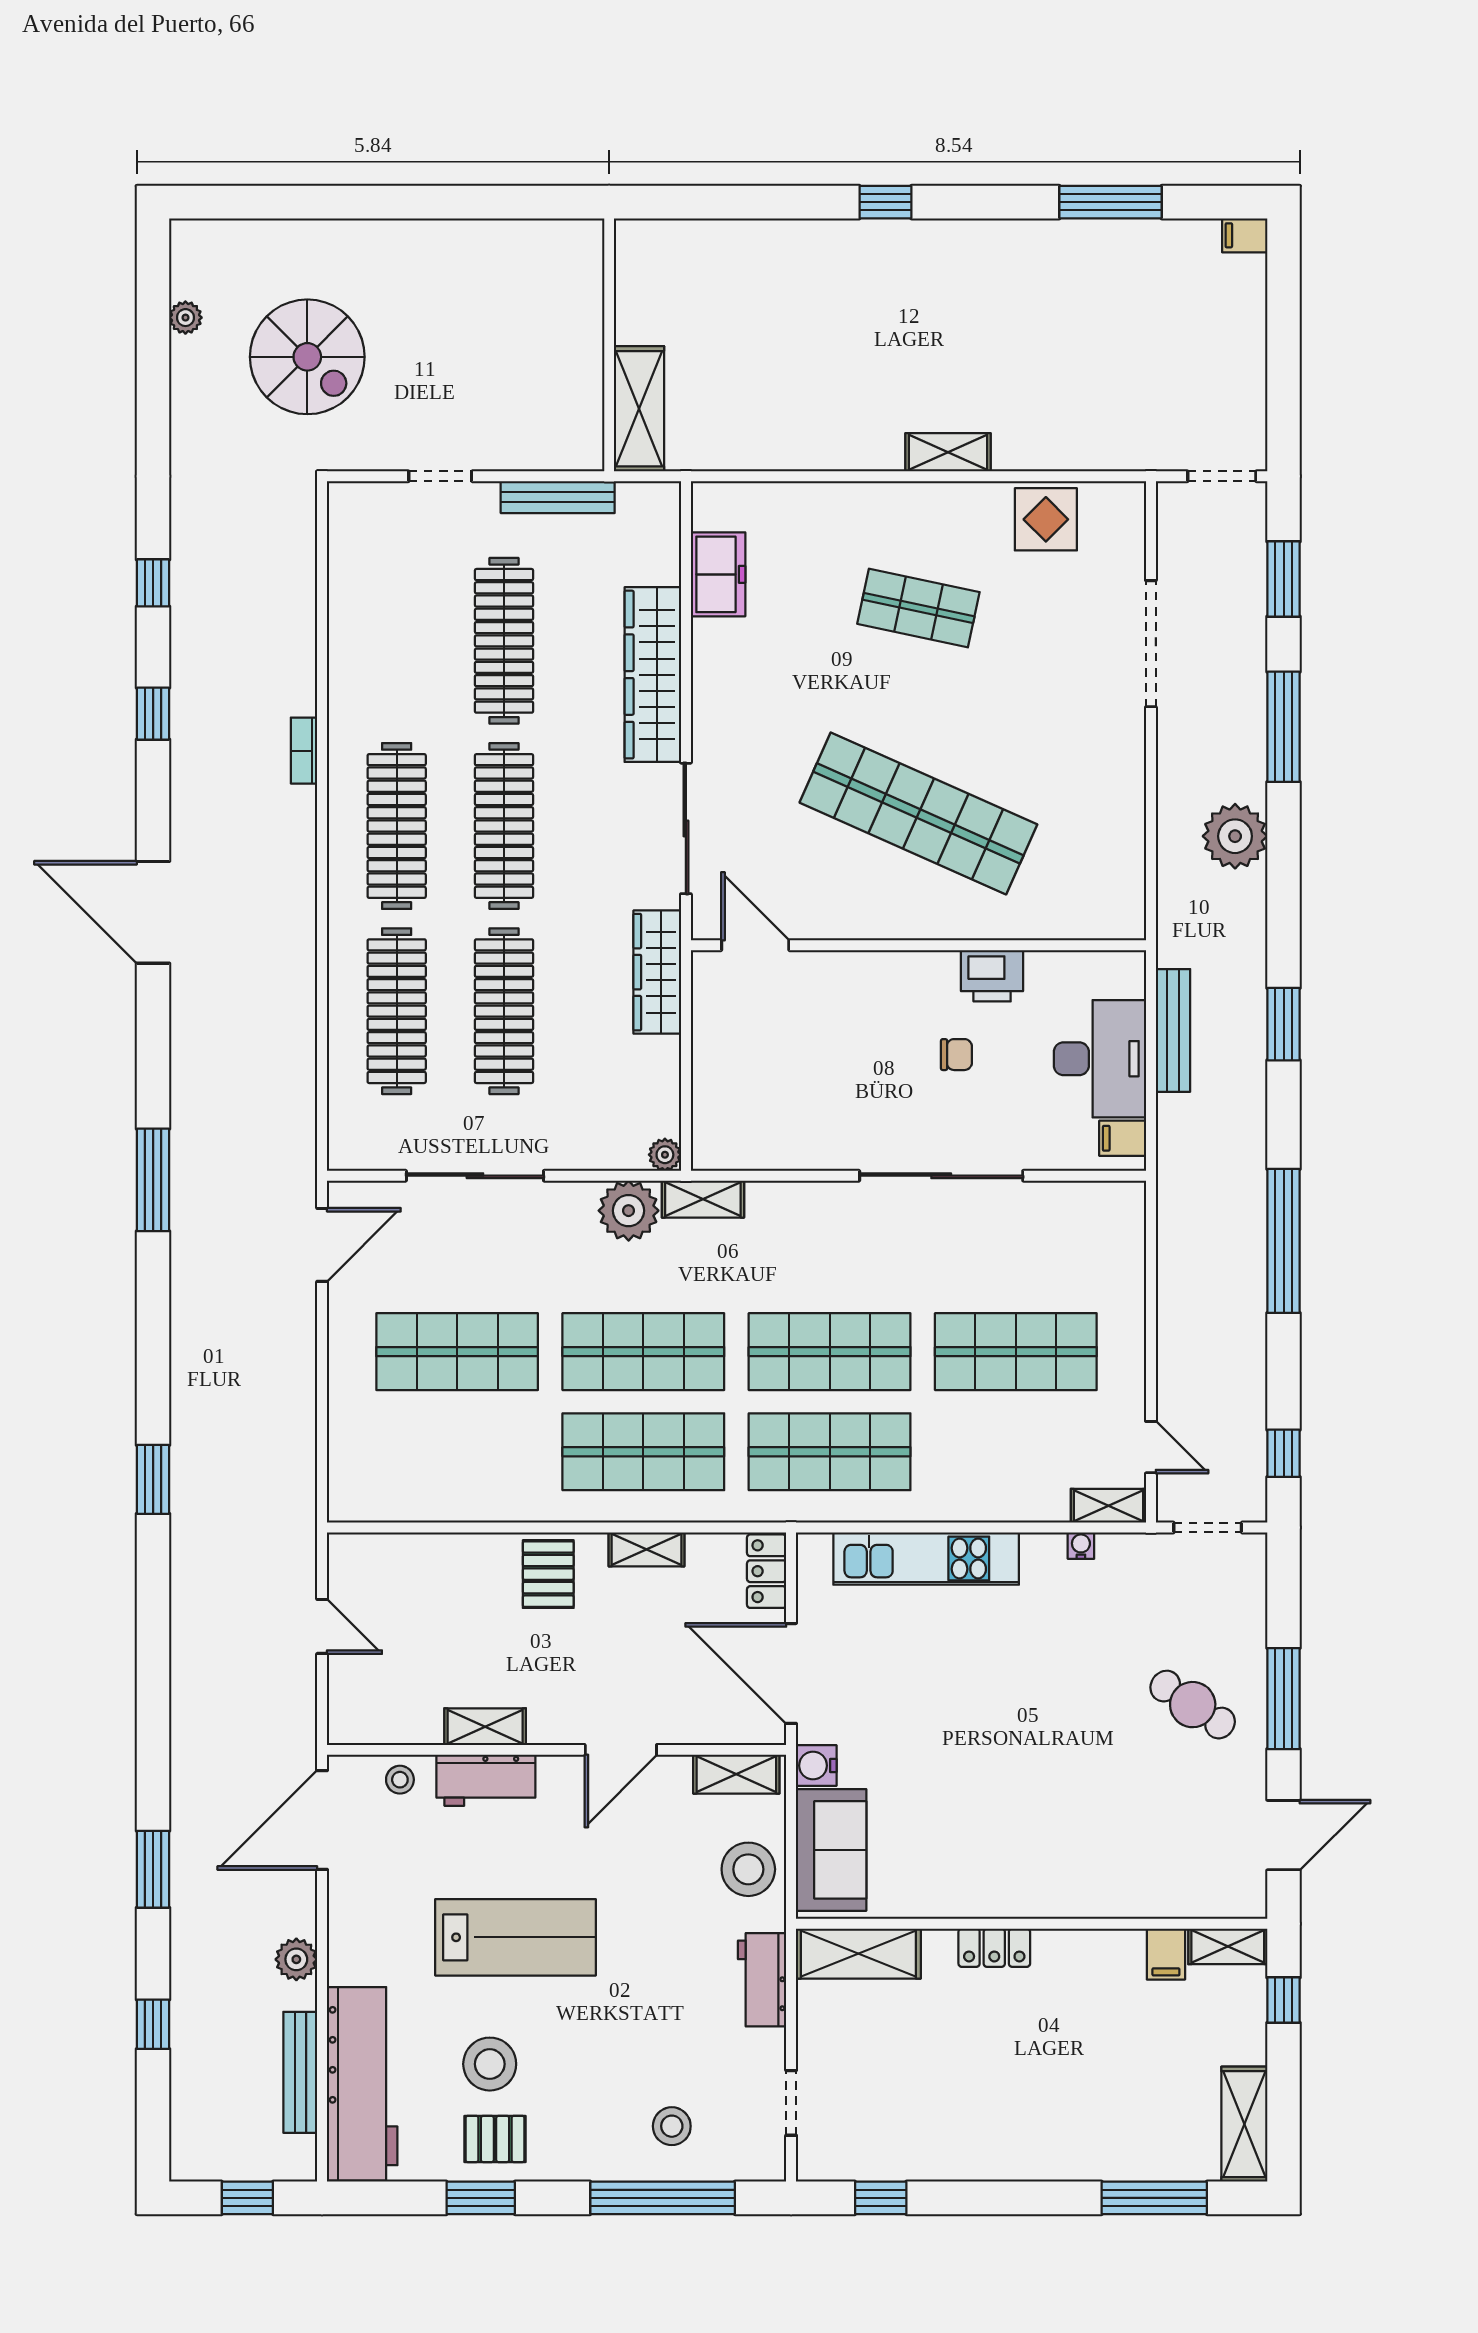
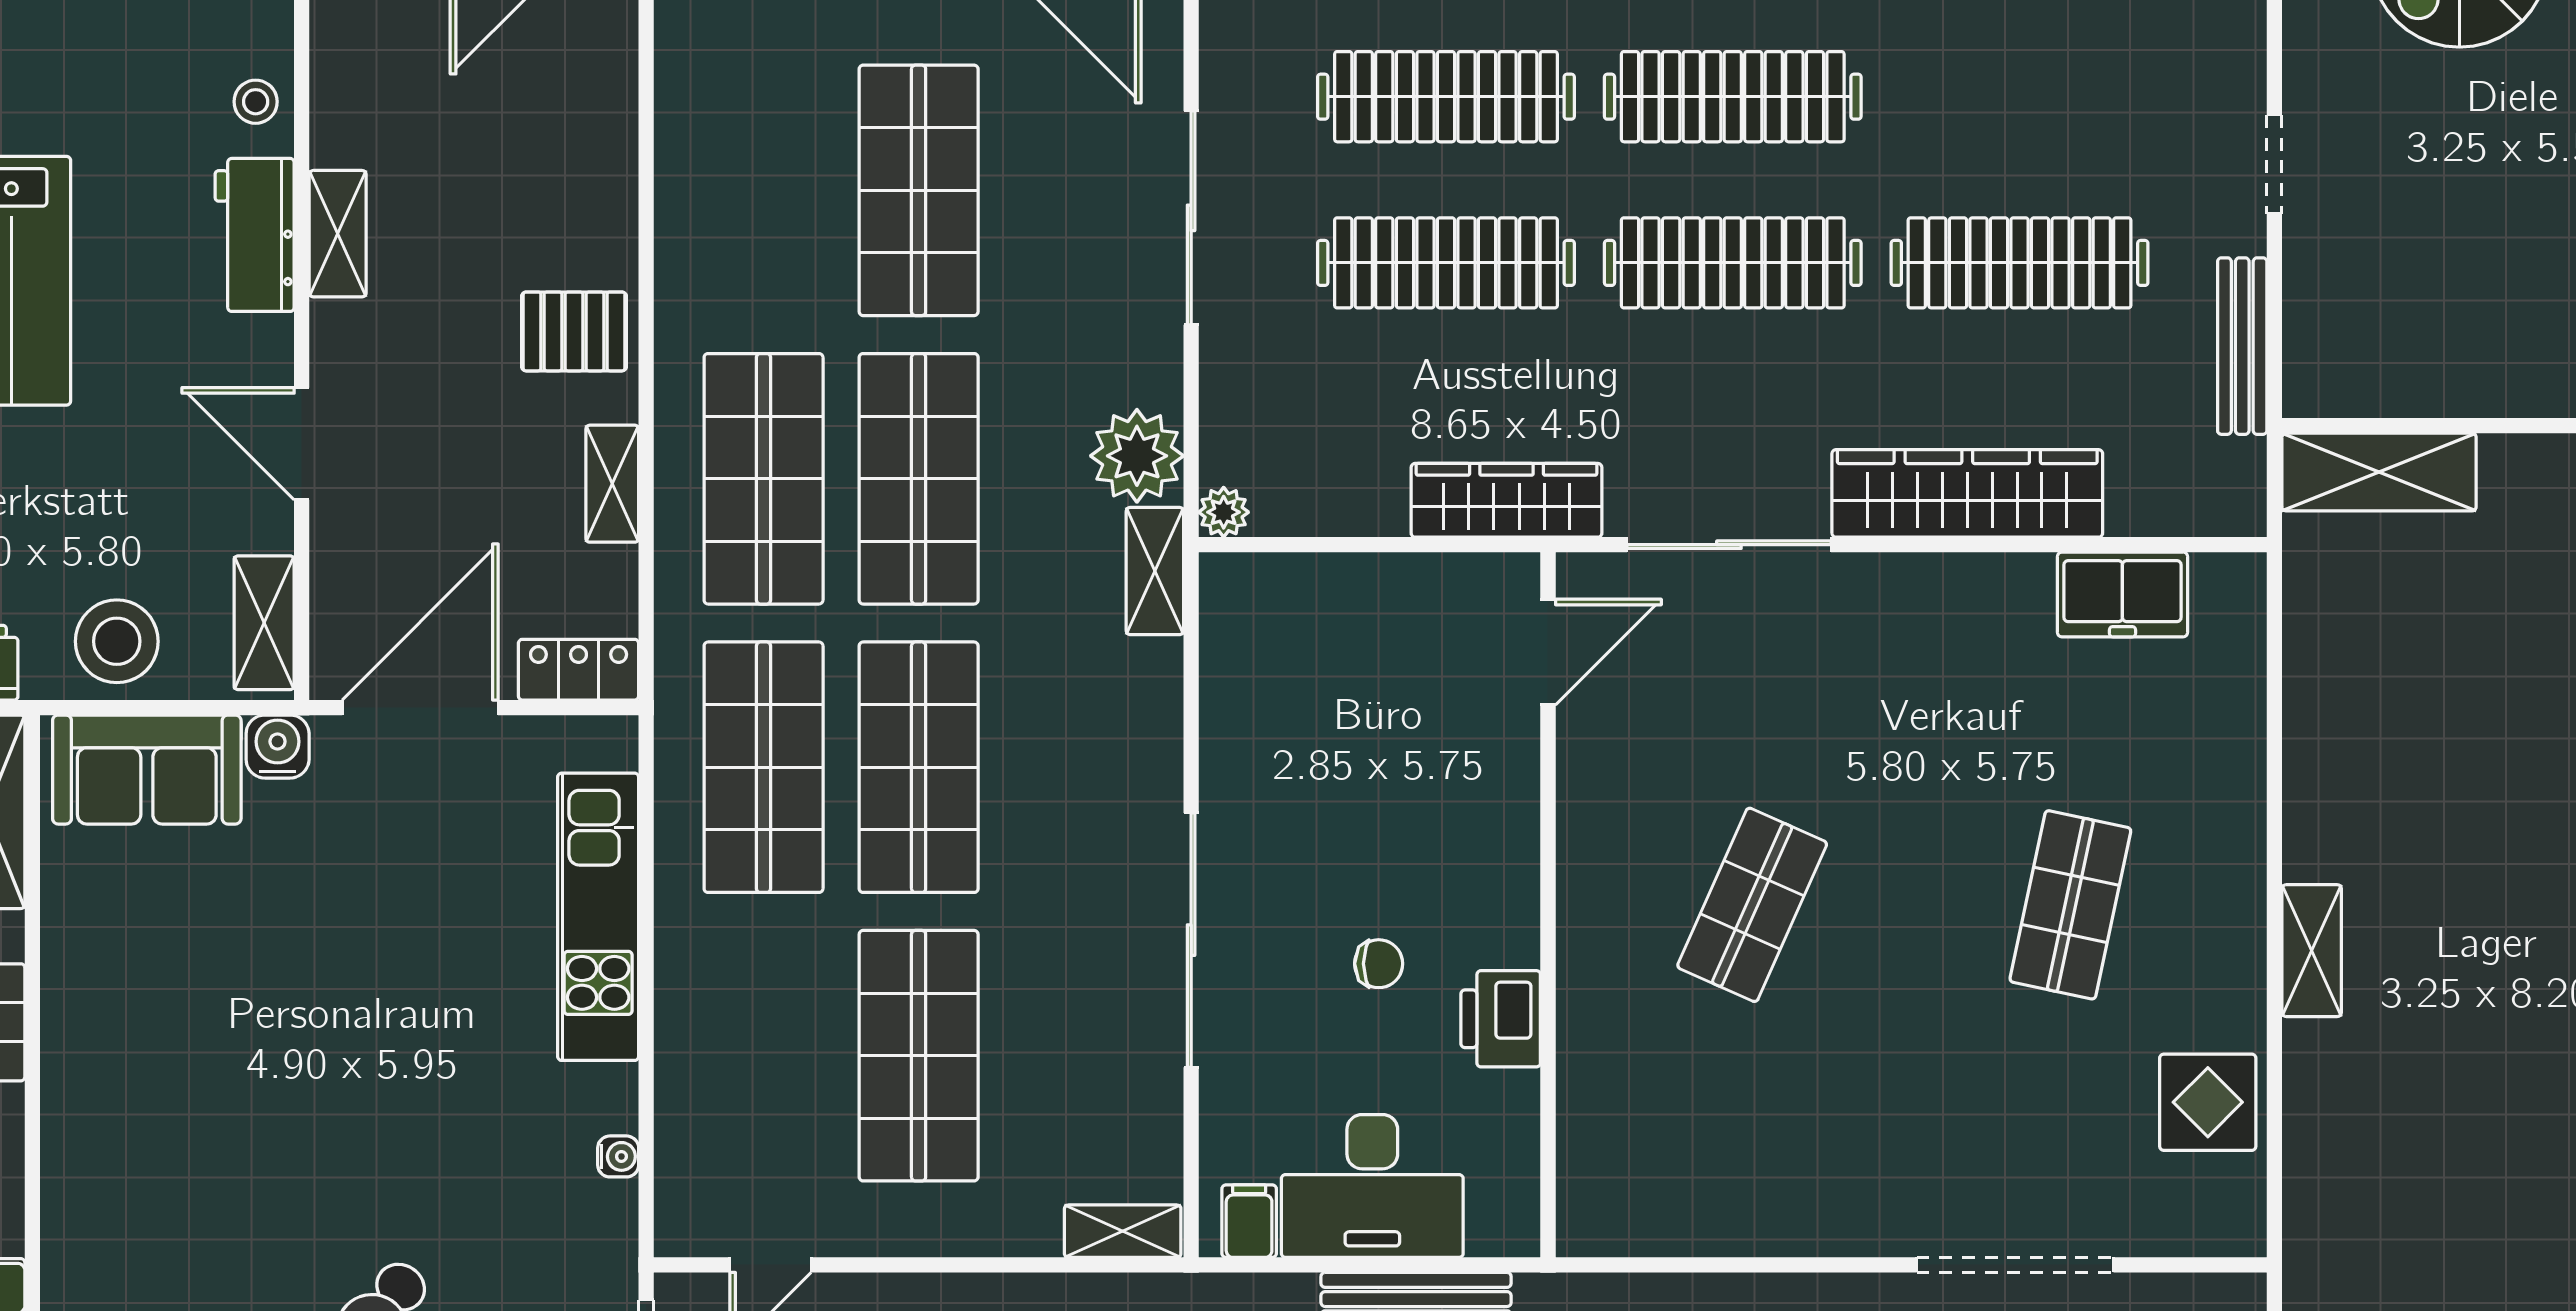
shop shelf: (918, 813) -> (1752, 905), width x0.50, depth x0.74
chair: (956, 1055) -> (1379, 964), turned -90
shelving: (1108, 1506) -> (1123, 1231), moved, turned 90

